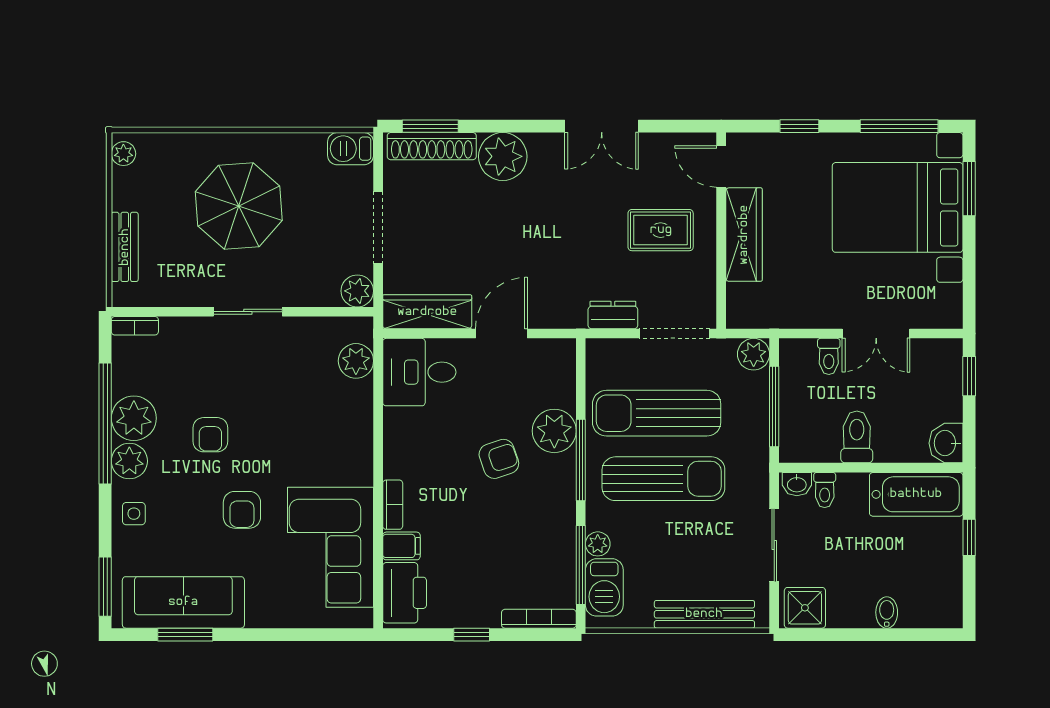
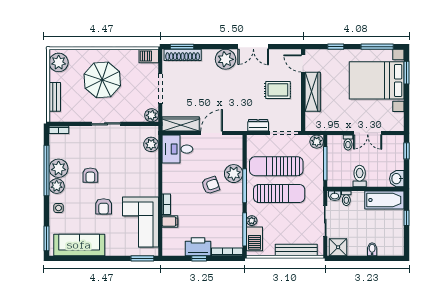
plant: (123, 154) -> (59, 62), width x1.88, depth x1.88
plant: (503, 156) -> (225, 59), moved
printer: (405, 593) -> (198, 247), moved, turned -90
window: (185, 635) -> (142, 258), moved

